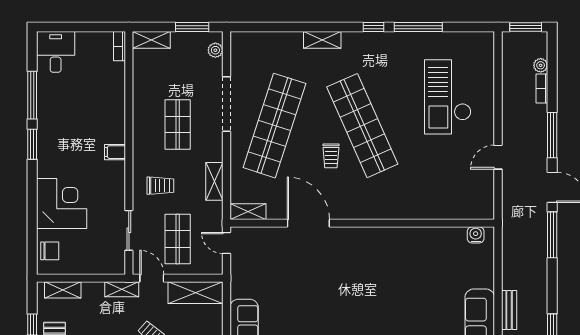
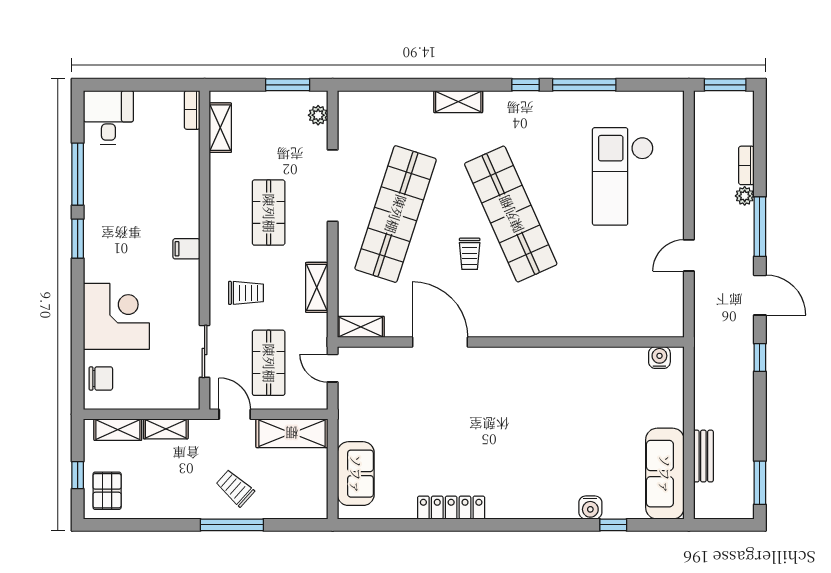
shelving: (151, 40) -> (220, 128), moved, turned 90
plant: (541, 65) -> (745, 196), moved
window: (552, 235) -> (760, 358), width x0.46
shelving: (122, 289) -> (166, 429), moved

